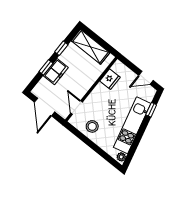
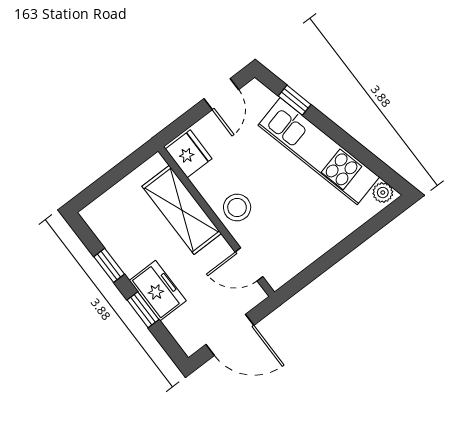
shelving: (90, 47) -> (182, 210), moved, turned 90
fridge: (110, 79) -> (189, 154), moved
stool: (92, 126) -> (237, 208), moved

